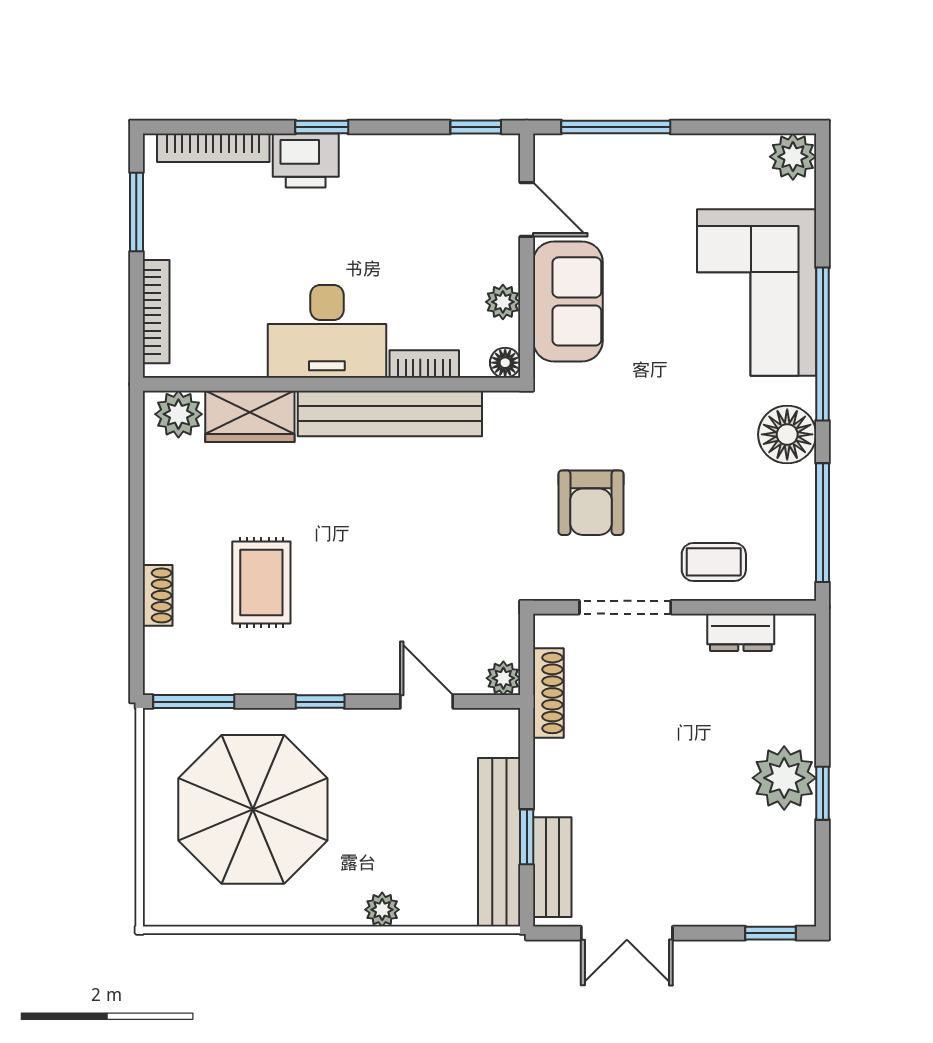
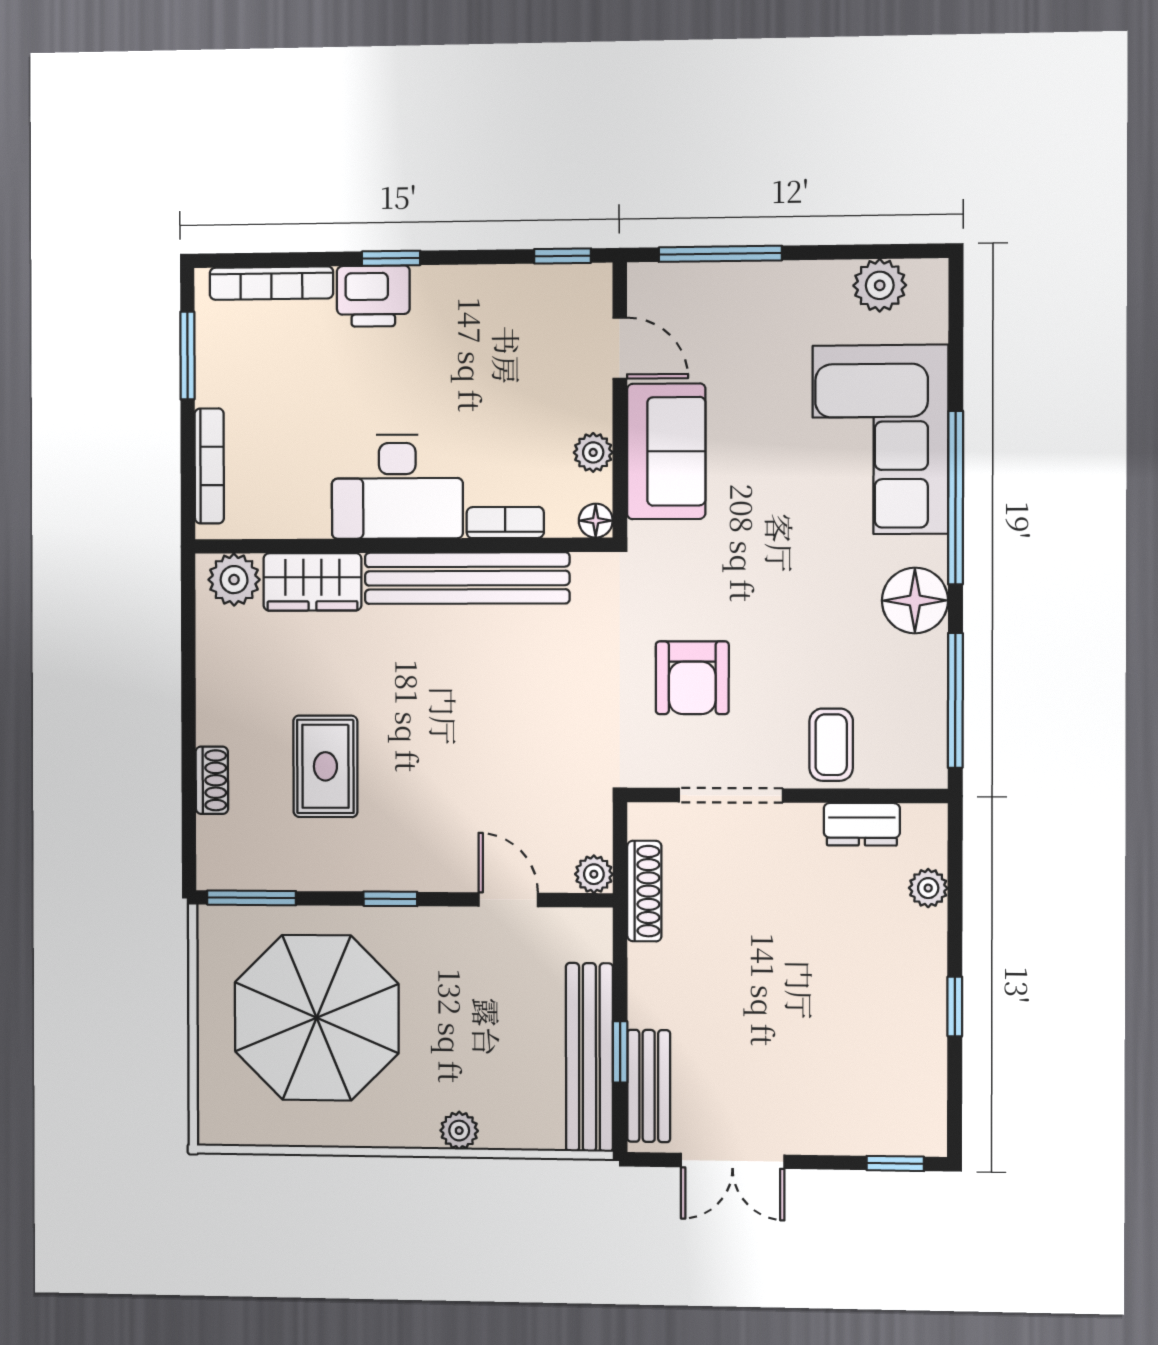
plant: (793, 157) -> (880, 285), moved
coffee table: (714, 562) -> (831, 745), turned 90
plant: (784, 778) -> (928, 888), moved, width x0.53, depth x0.53

